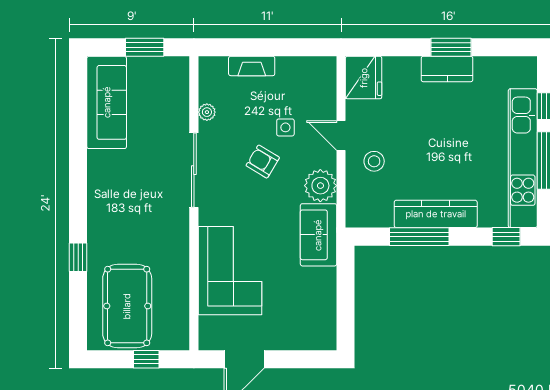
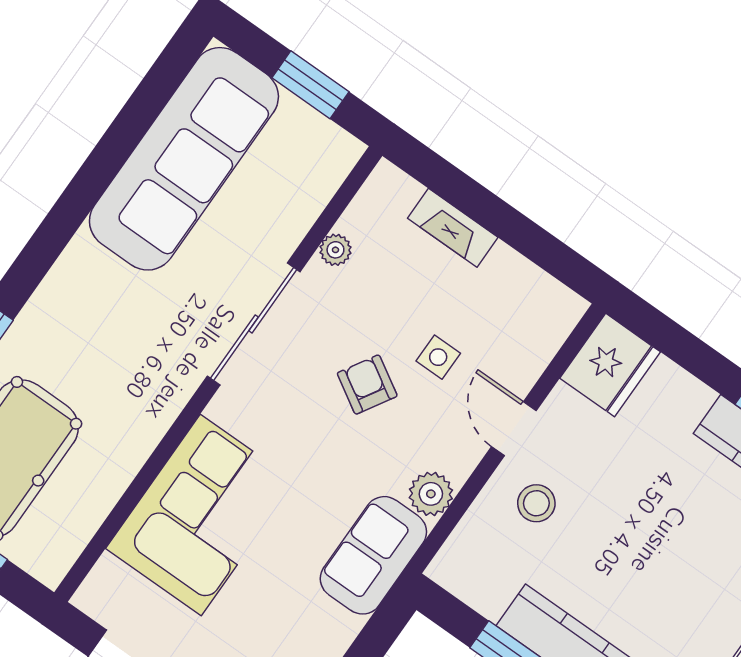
sofa: (107, 102) -> (184, 159), width x1.36, depth x1.27
plant: (320, 186) -> (431, 494), width x0.73, depth x0.73

